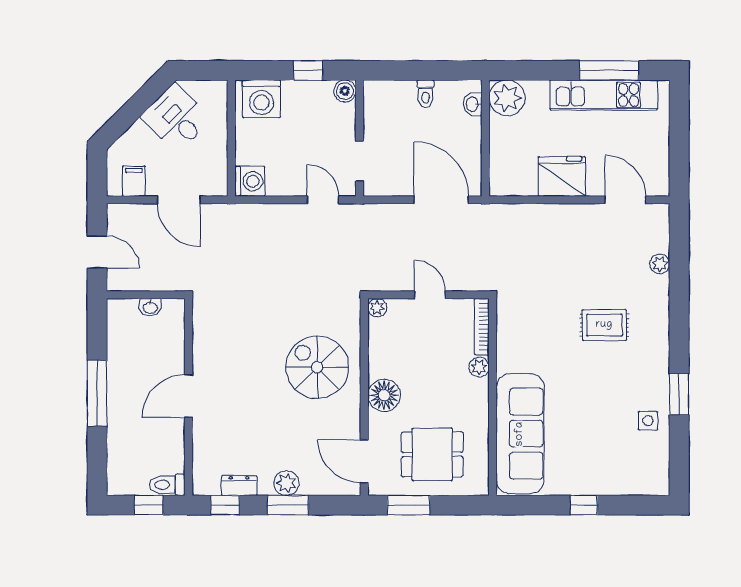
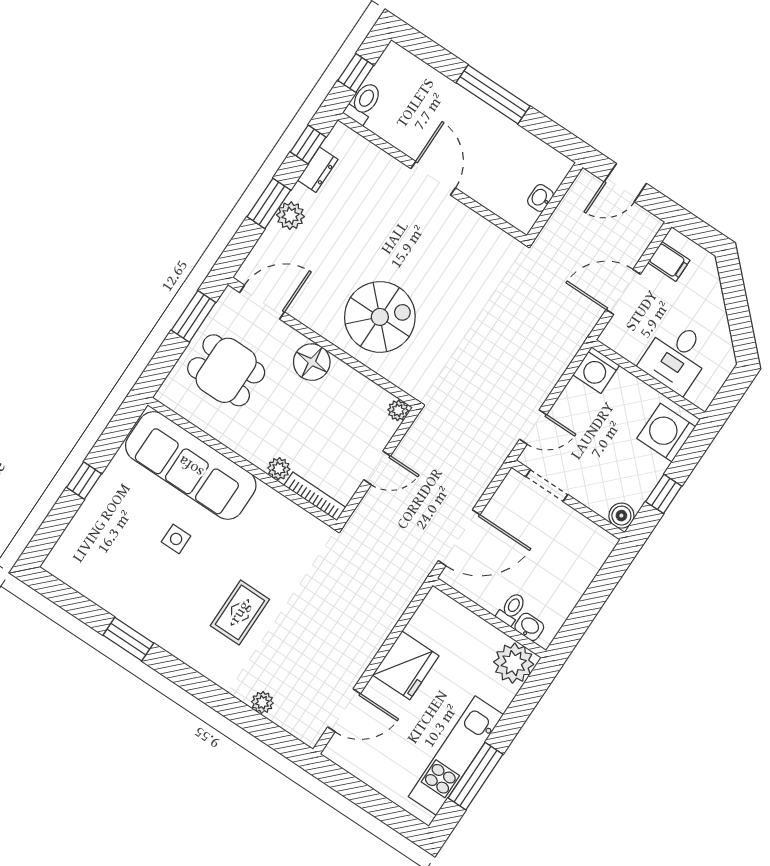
toilet: (426, 94) -> (511, 609), moved, turned 90
desk: (176, 118) -> (676, 357), moved, turned 135
side table: (648, 421) -> (176, 539), moved
dining table: (432, 454) -> (226, 370), turned 90

